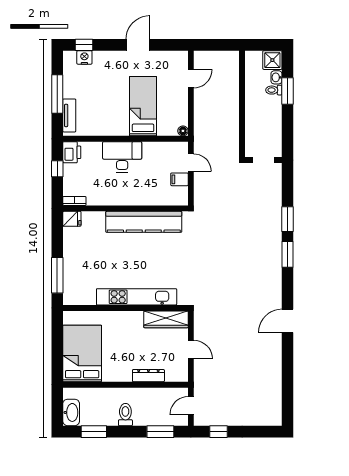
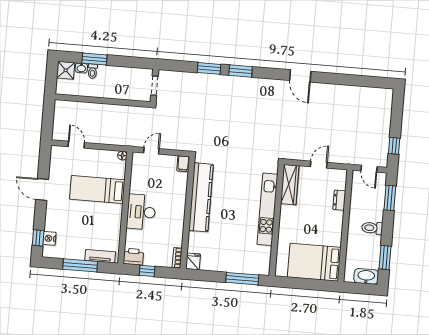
filing cabinet: (179, 179) -> (183, 164), moved
dresser: (148, 376) -> (339, 200), width x0.70

